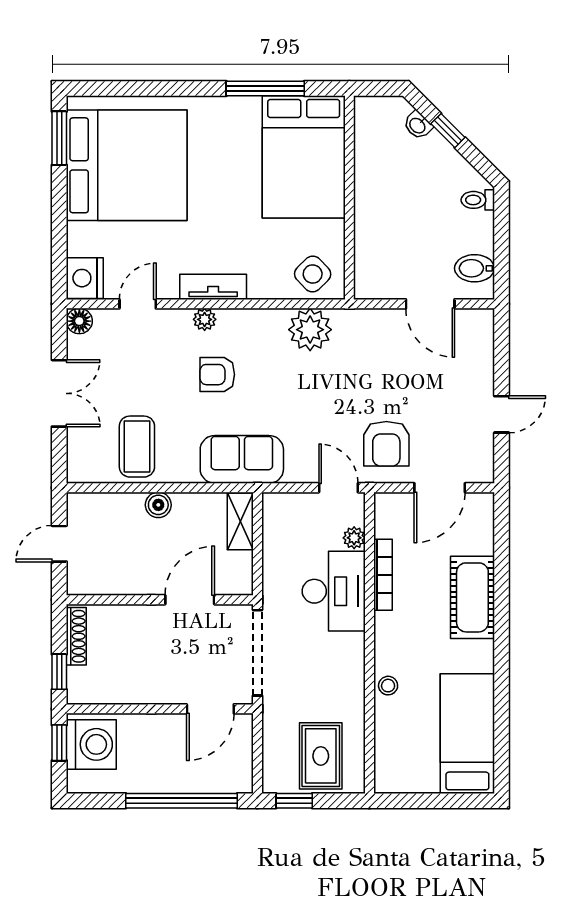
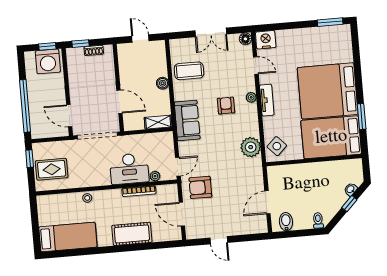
window: (265, 88) -> (362, 117), width x0.69
bed: (127, 165) -> (328, 91), moved, turned 90
shoe rack: (76, 636) -> (94, 50), width x0.70

